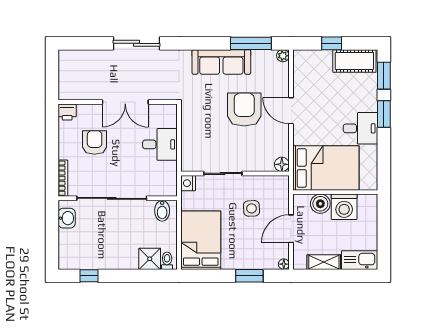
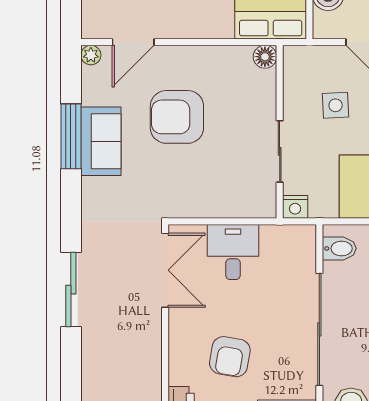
window: (251, 43) -> (71, 136), moved
sofa: (221, 62) -> (101, 141), width x0.73
double door: (125, 102) -> (165, 270), moved
door: (291, 111) -> (133, 42), moved
armchair: (95, 142) -> (230, 357), turned -80

